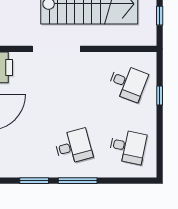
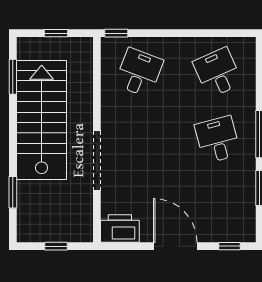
window: (160, 96) -> (116, 33), moved
desk: (128, 147) -> (218, 73), turned -36

